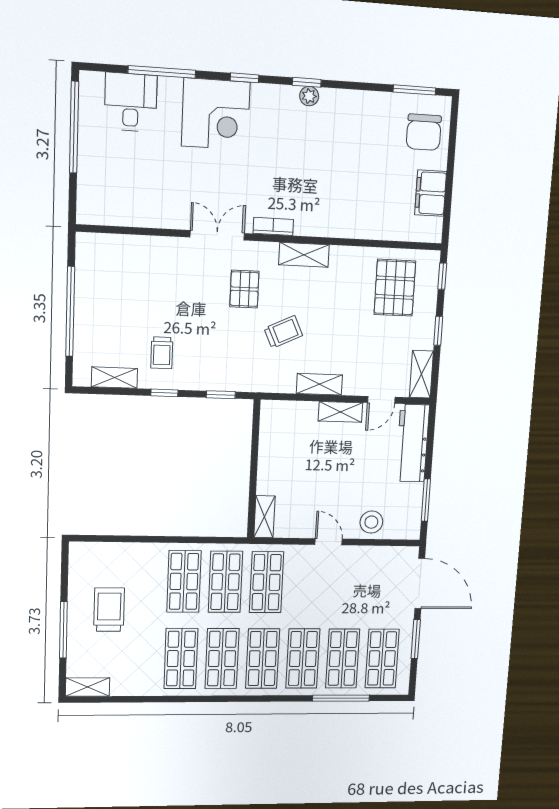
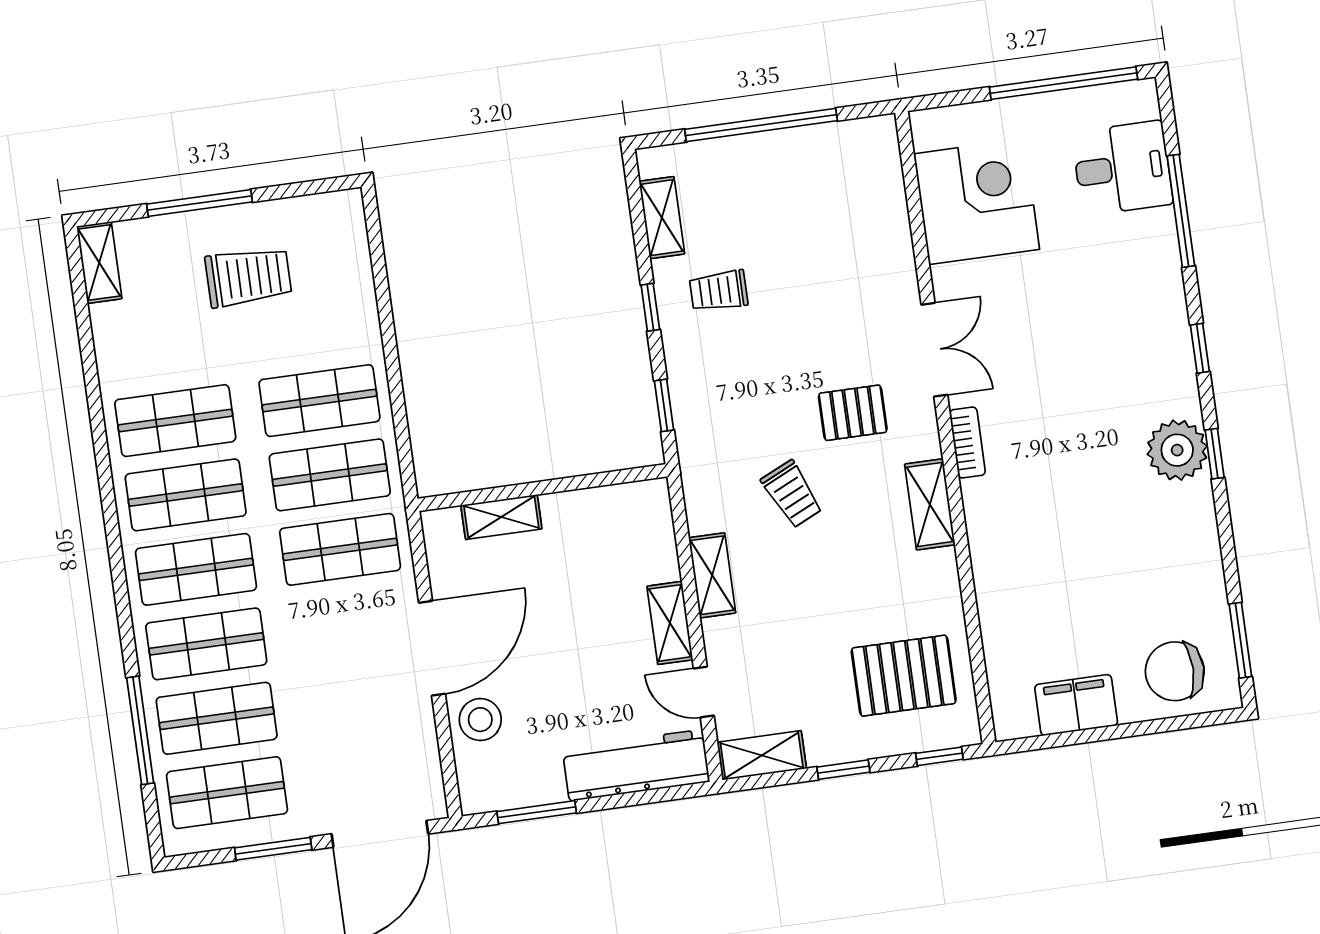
plant: (309, 96) -> (1177, 450), width x1.88, depth x1.88
corner desk: (216, 114) -> (977, 202), moved, turned 180
shelving: (264, 517) -> (501, 517), moved
door: (329, 542) -> (432, 648), width x1.87

